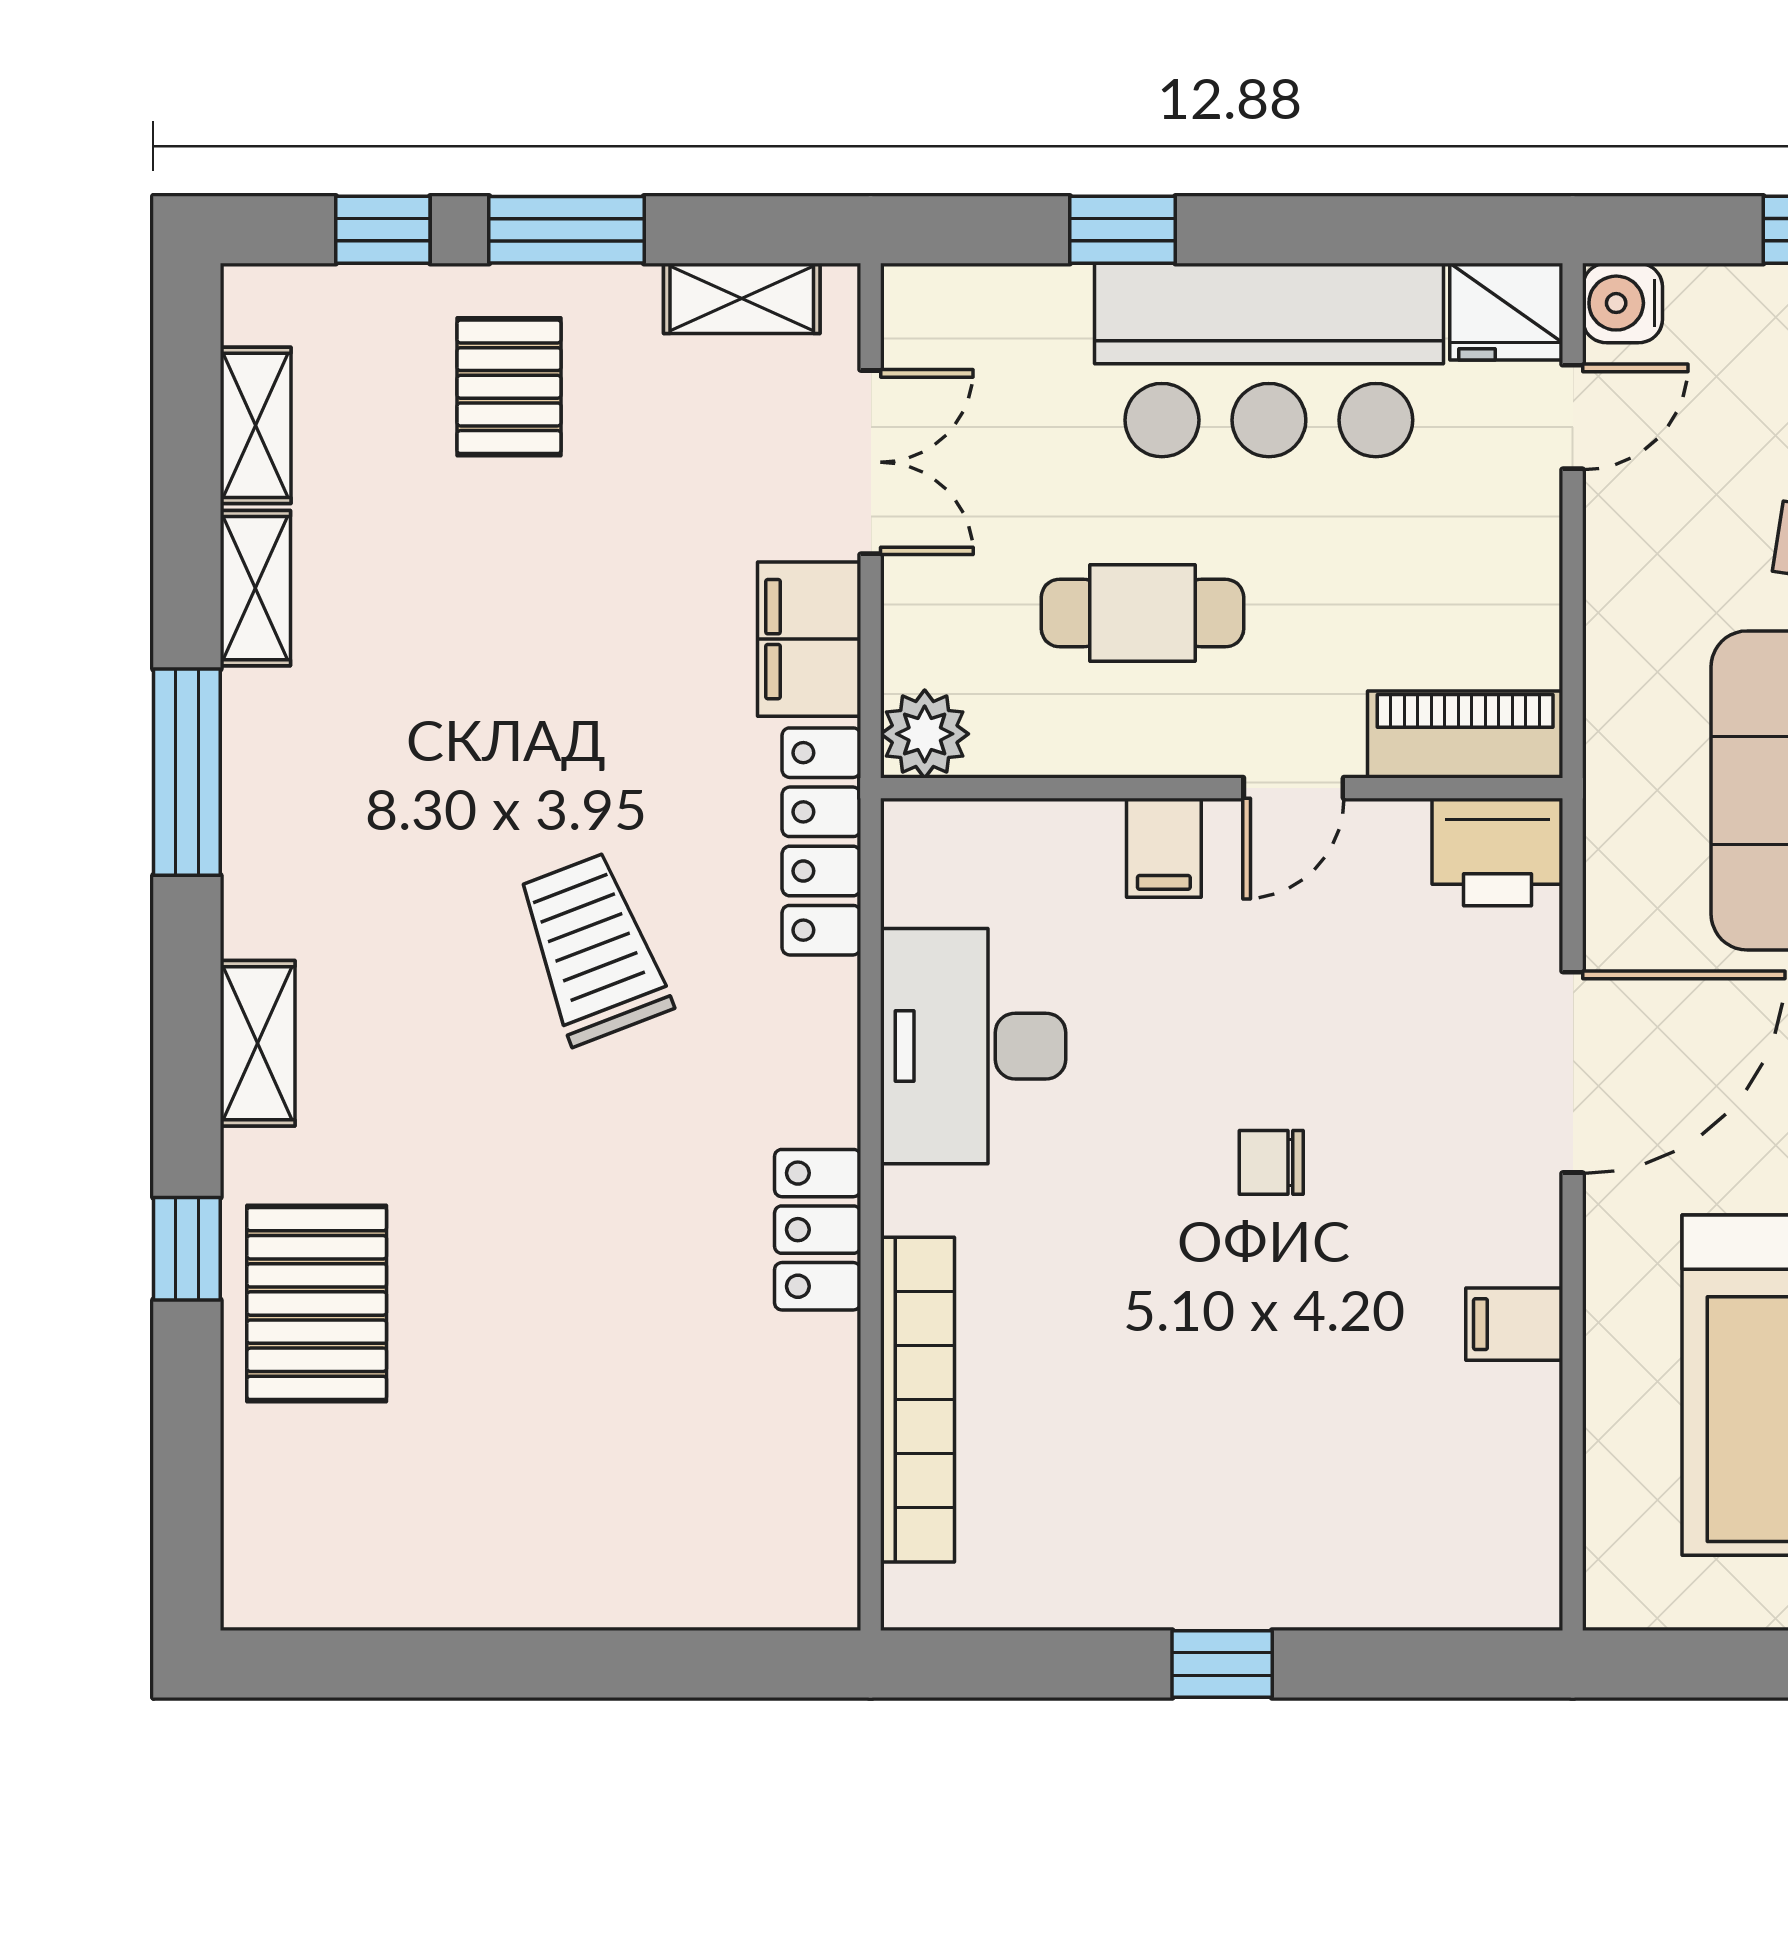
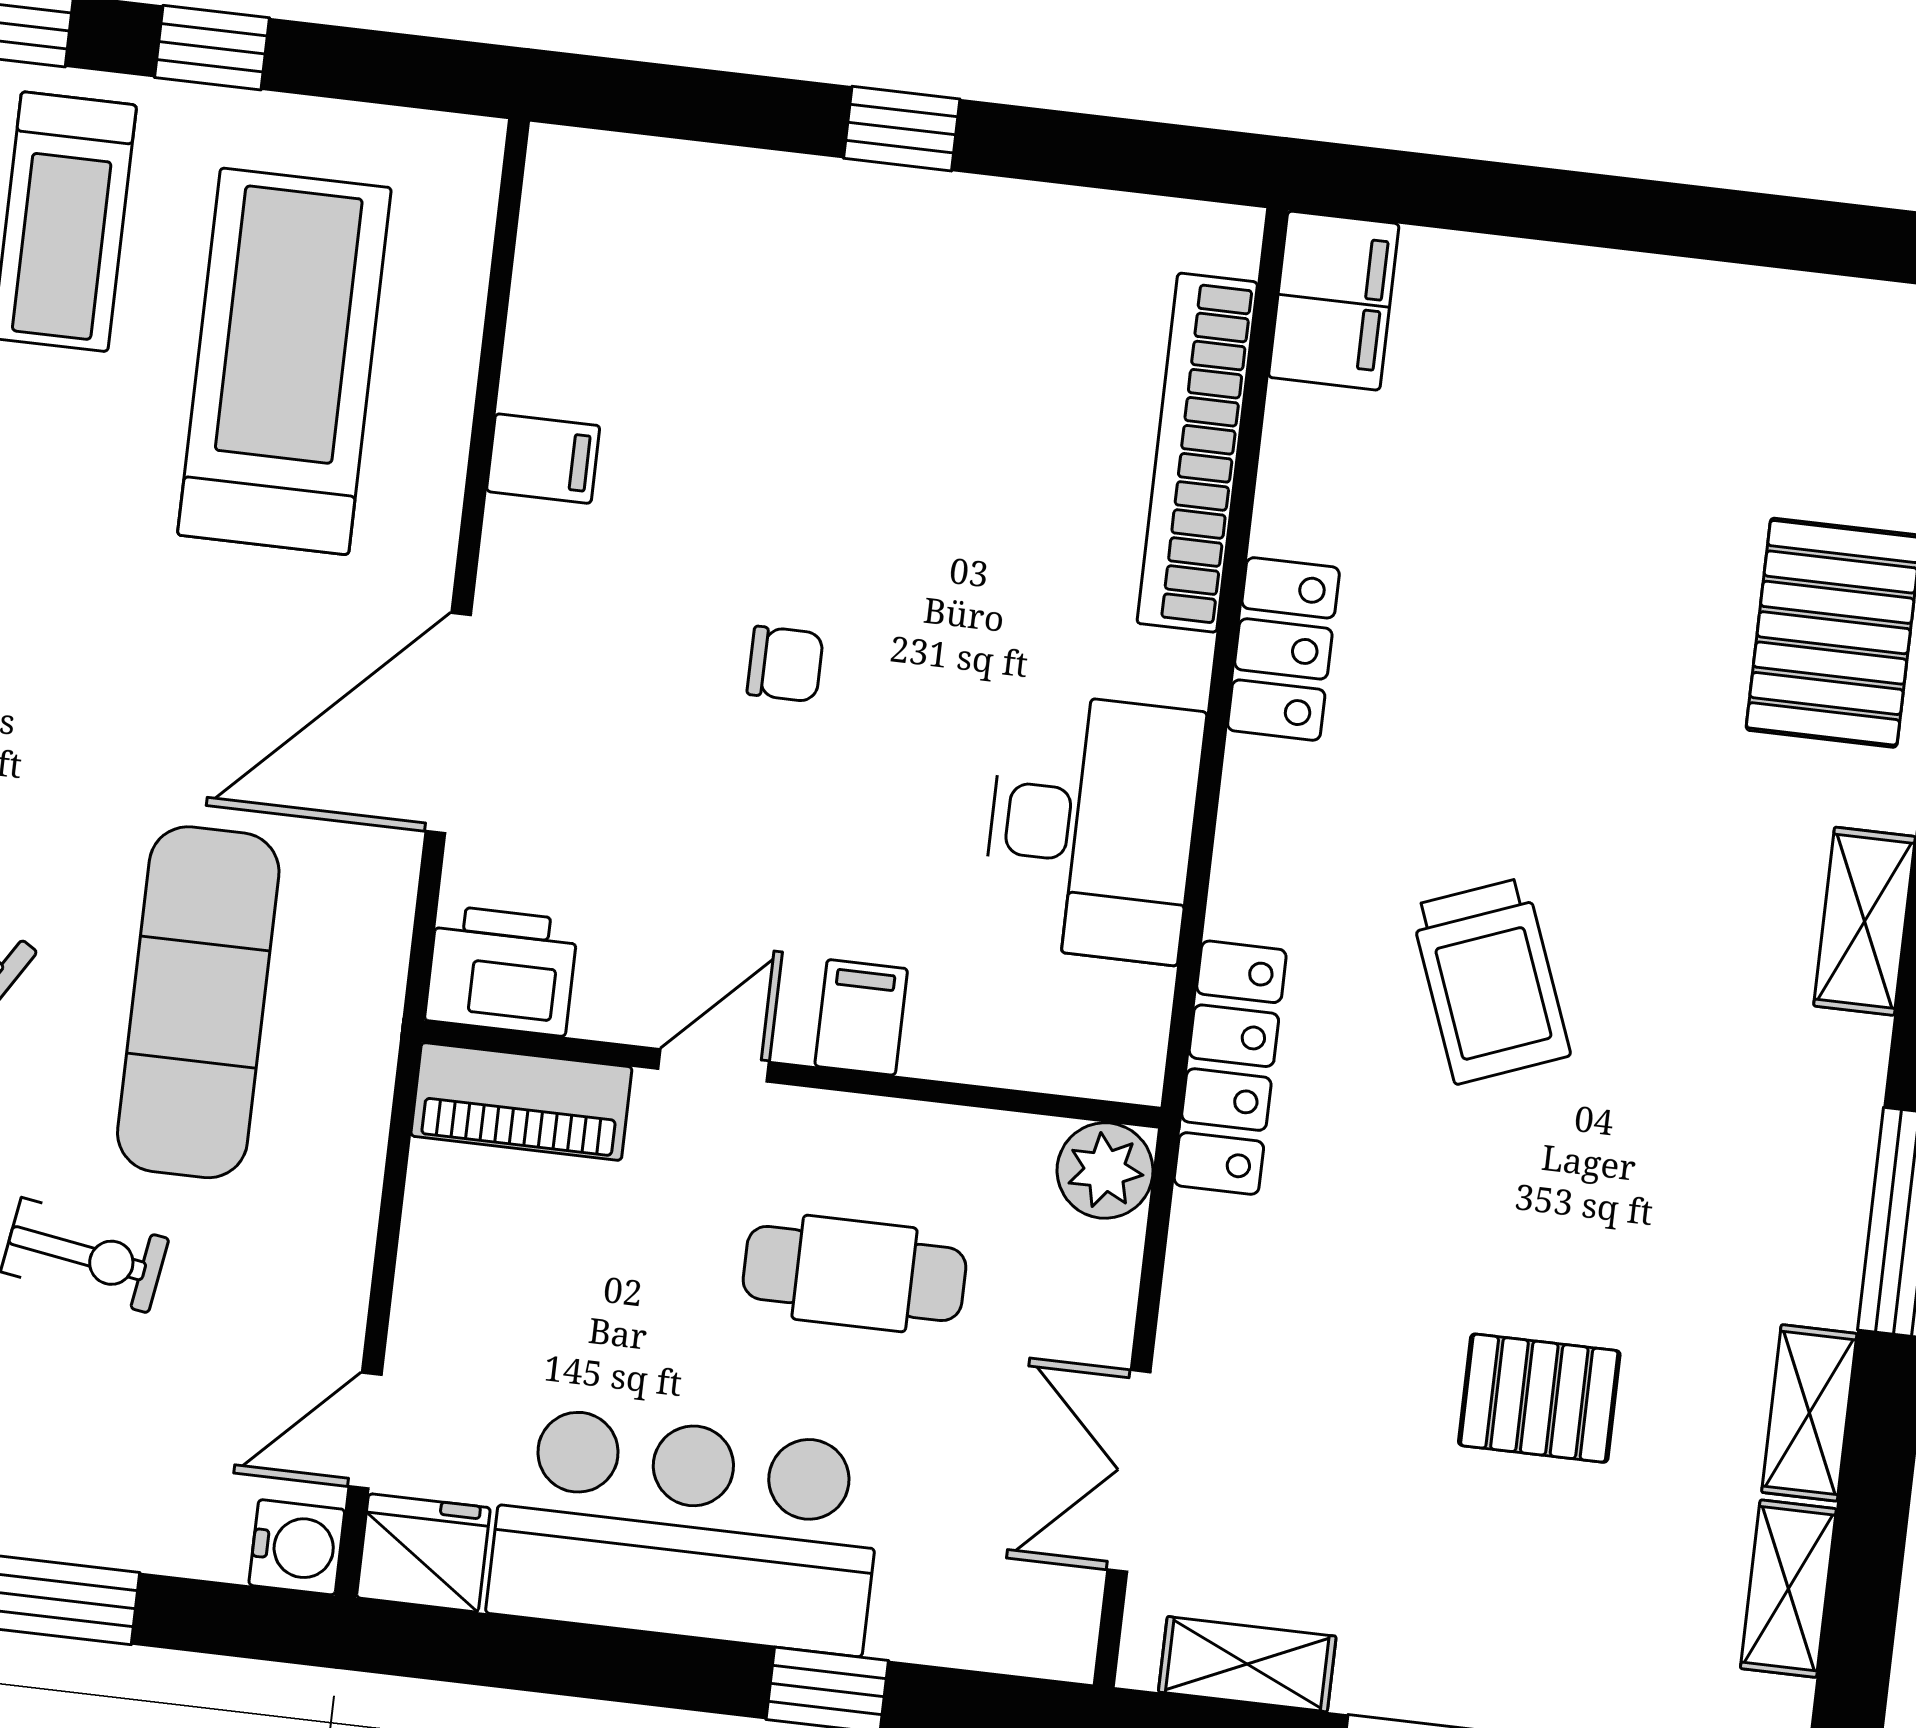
pallet: (509, 387) -> (1539, 1398), moved, turned 90
filing cabinet: (809, 639) -> (1334, 301), moved

